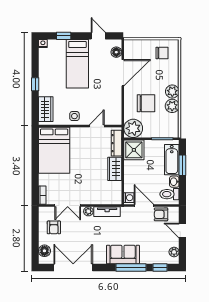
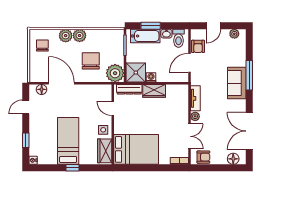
bed: (77, 64) -> (68, 141), moved, turned -90
plant: (172, 106) -> (66, 36), moved
wardrobe: (46, 109) -> (105, 151), moved, turned -90
washing machine: (129, 198) -> (151, 77), moved
armchair: (54, 227) -> (203, 157), moved
window: (160, 268) -> (249, 47), removed

